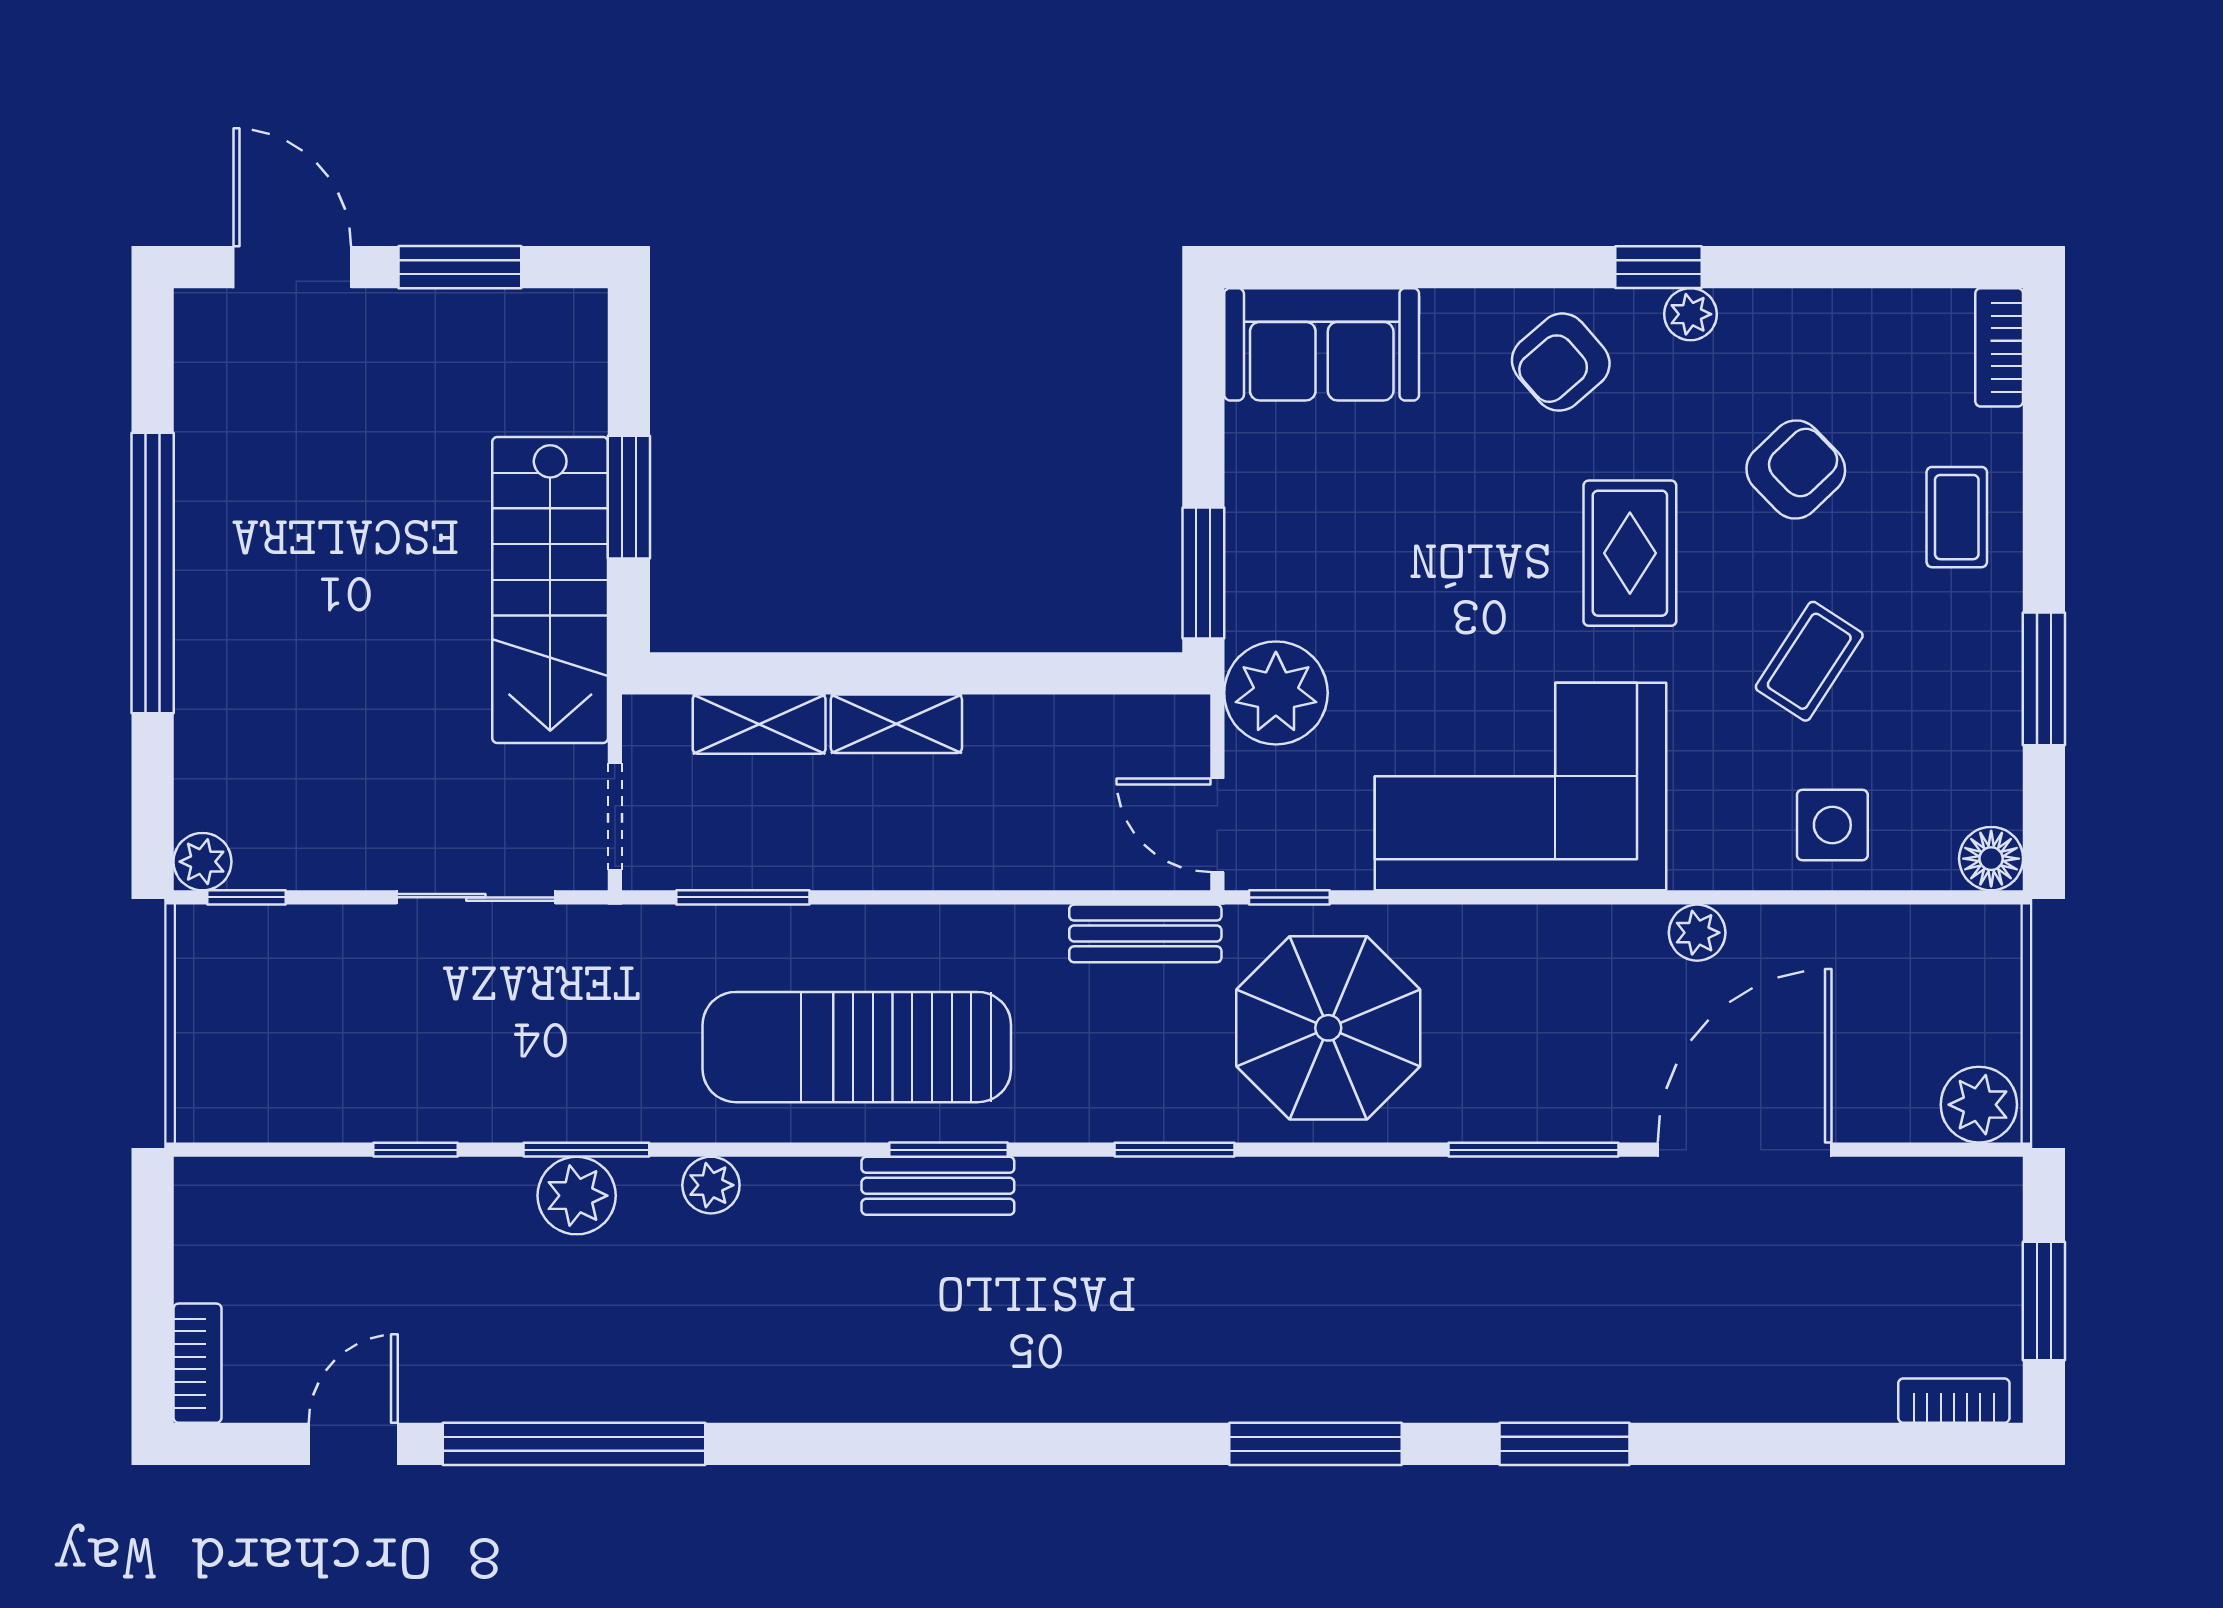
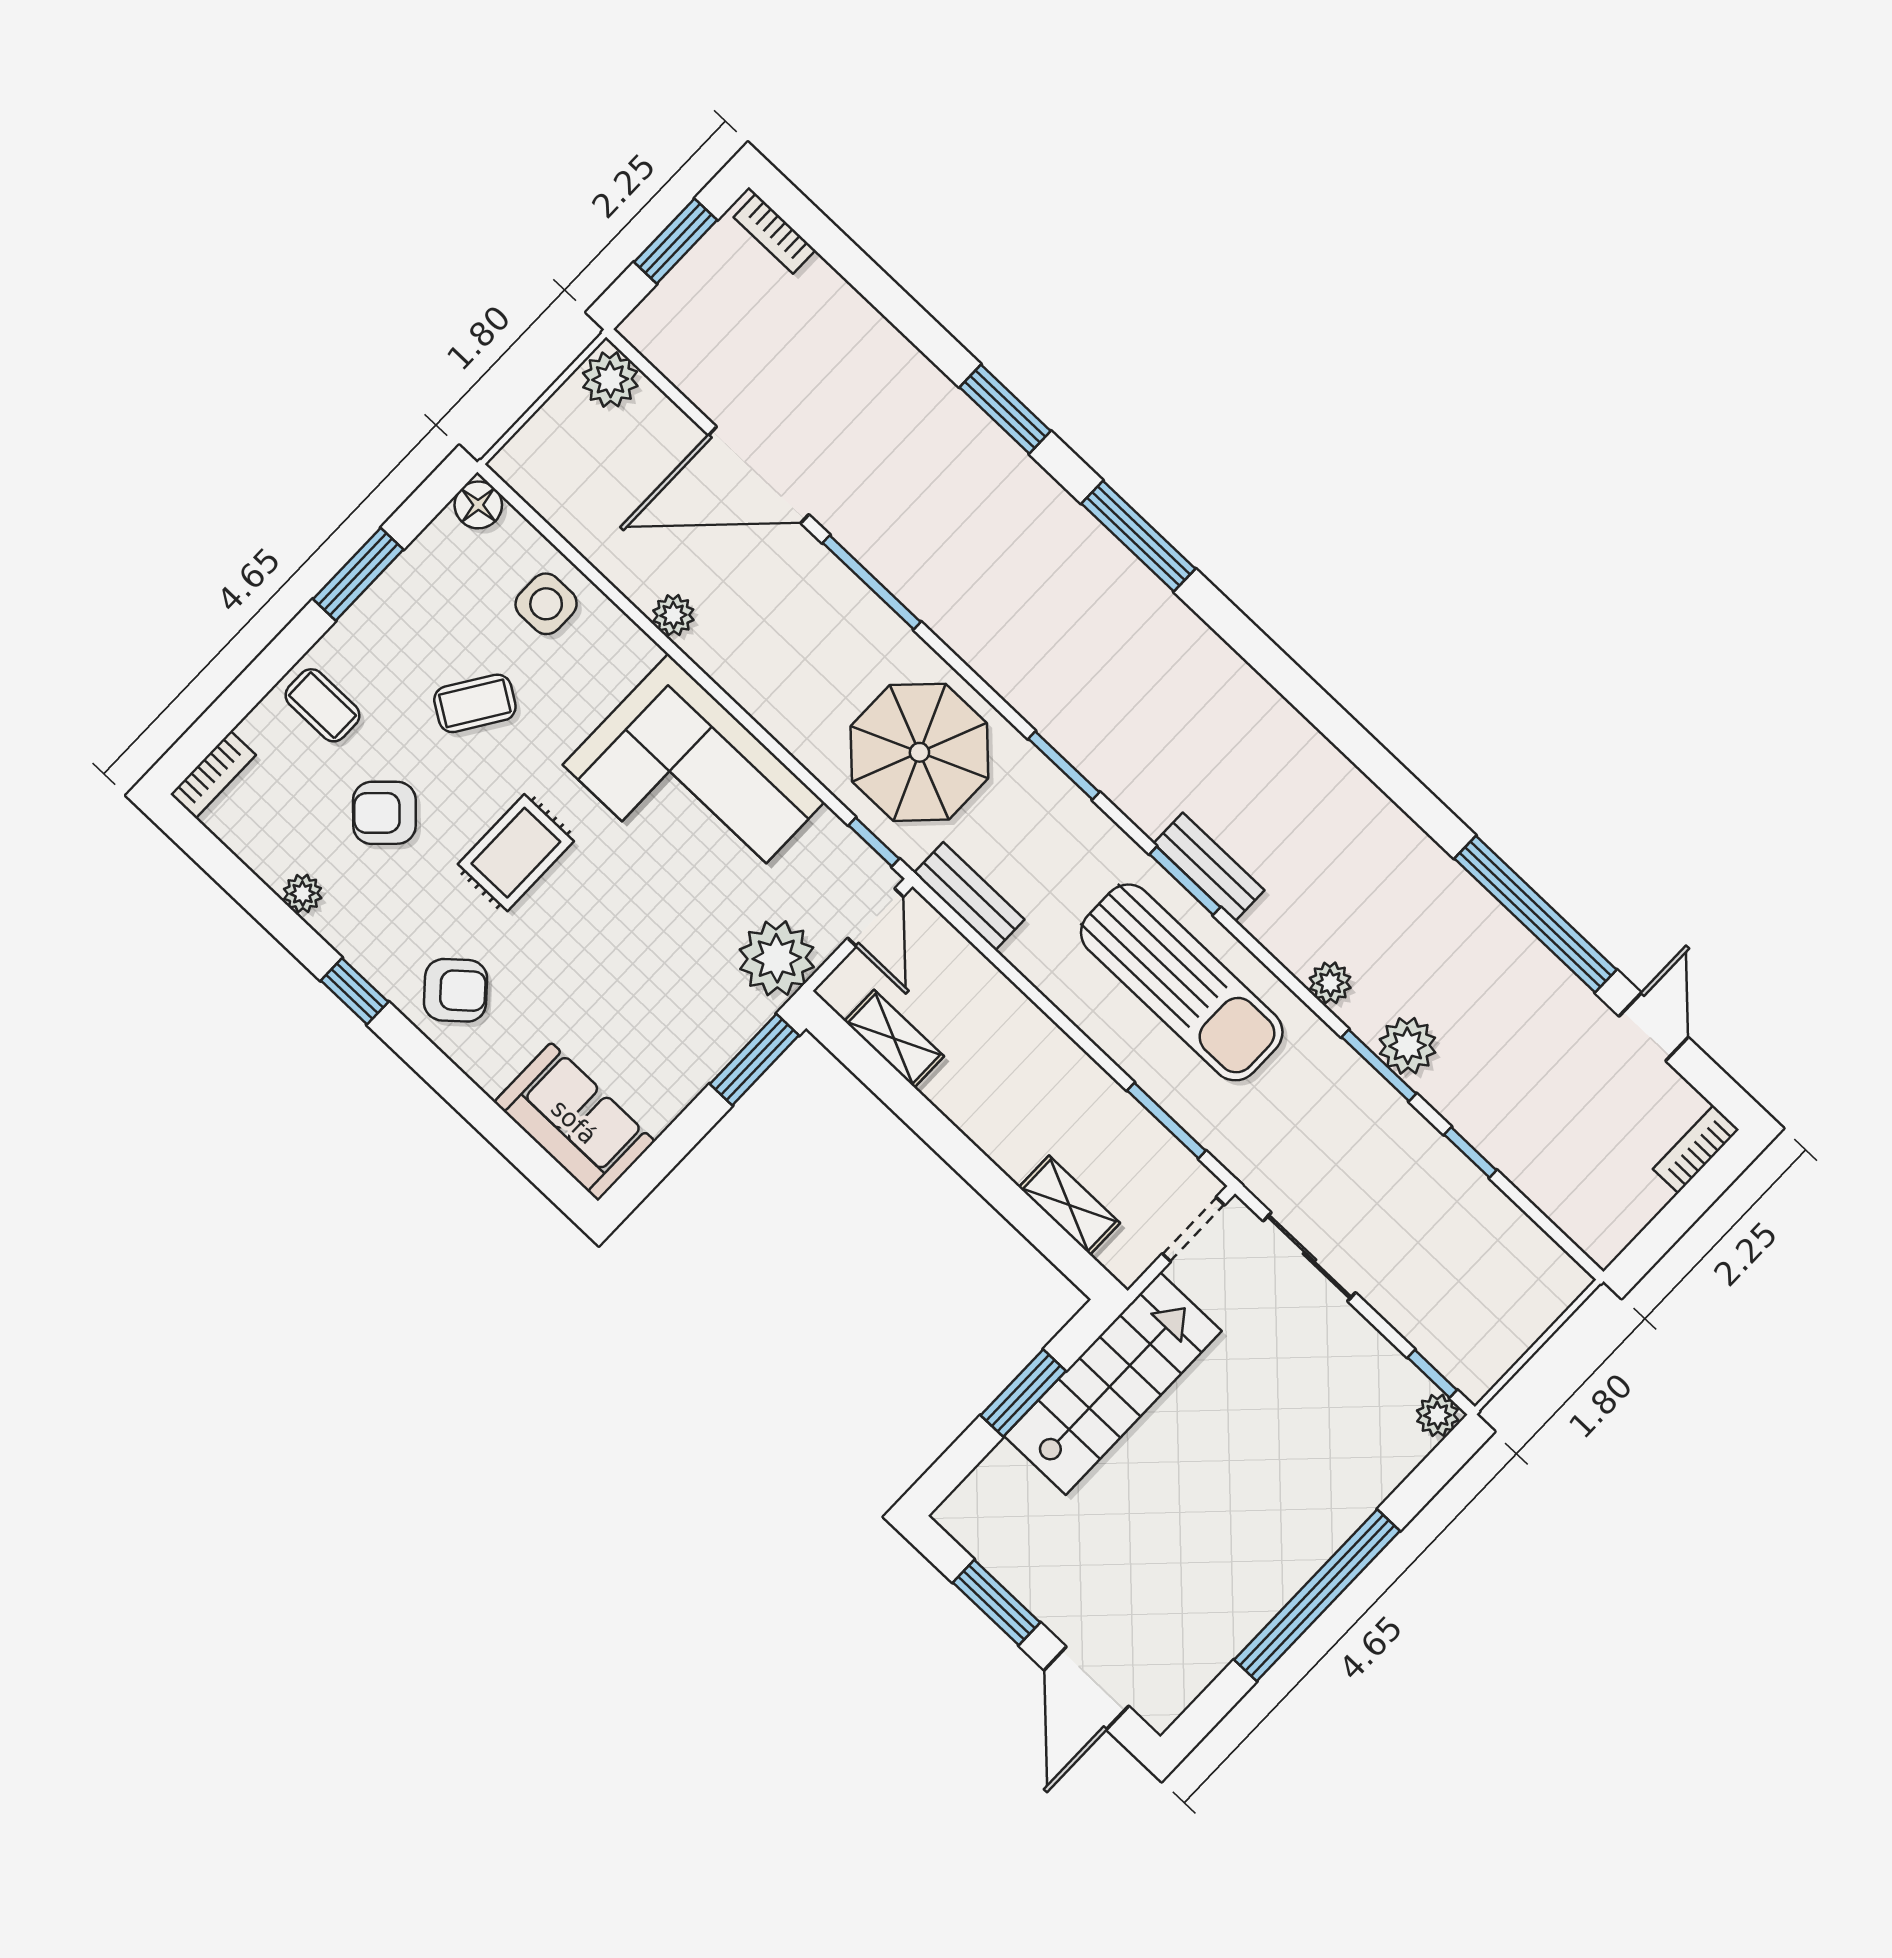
plant: (1690, 314) -> (303, 894), moved
coffee table: (1957, 517) -> (322, 705), turned 90
shelving: (896, 724) -> (894, 1039), moved
door: (353, 1444) -> (1654, 1027), swing flipped

